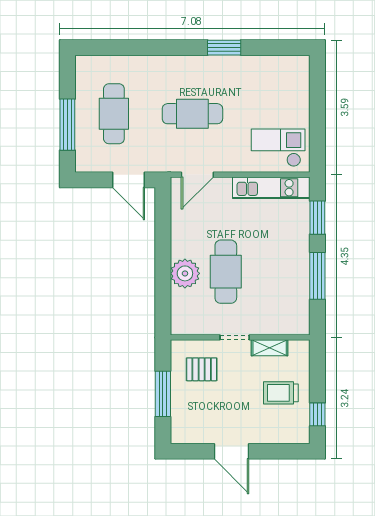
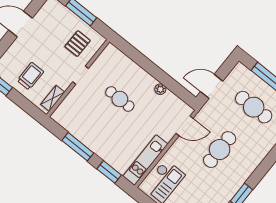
door: (197, 175) -> (185, 126), swing flipped
cafe table: (226, 272) -> (120, 99), width x0.73, depth x0.74
plant: (185, 273) -> (160, 89), moved, width x0.53, depth x0.53
shelving: (270, 348) -> (53, 98), moved

